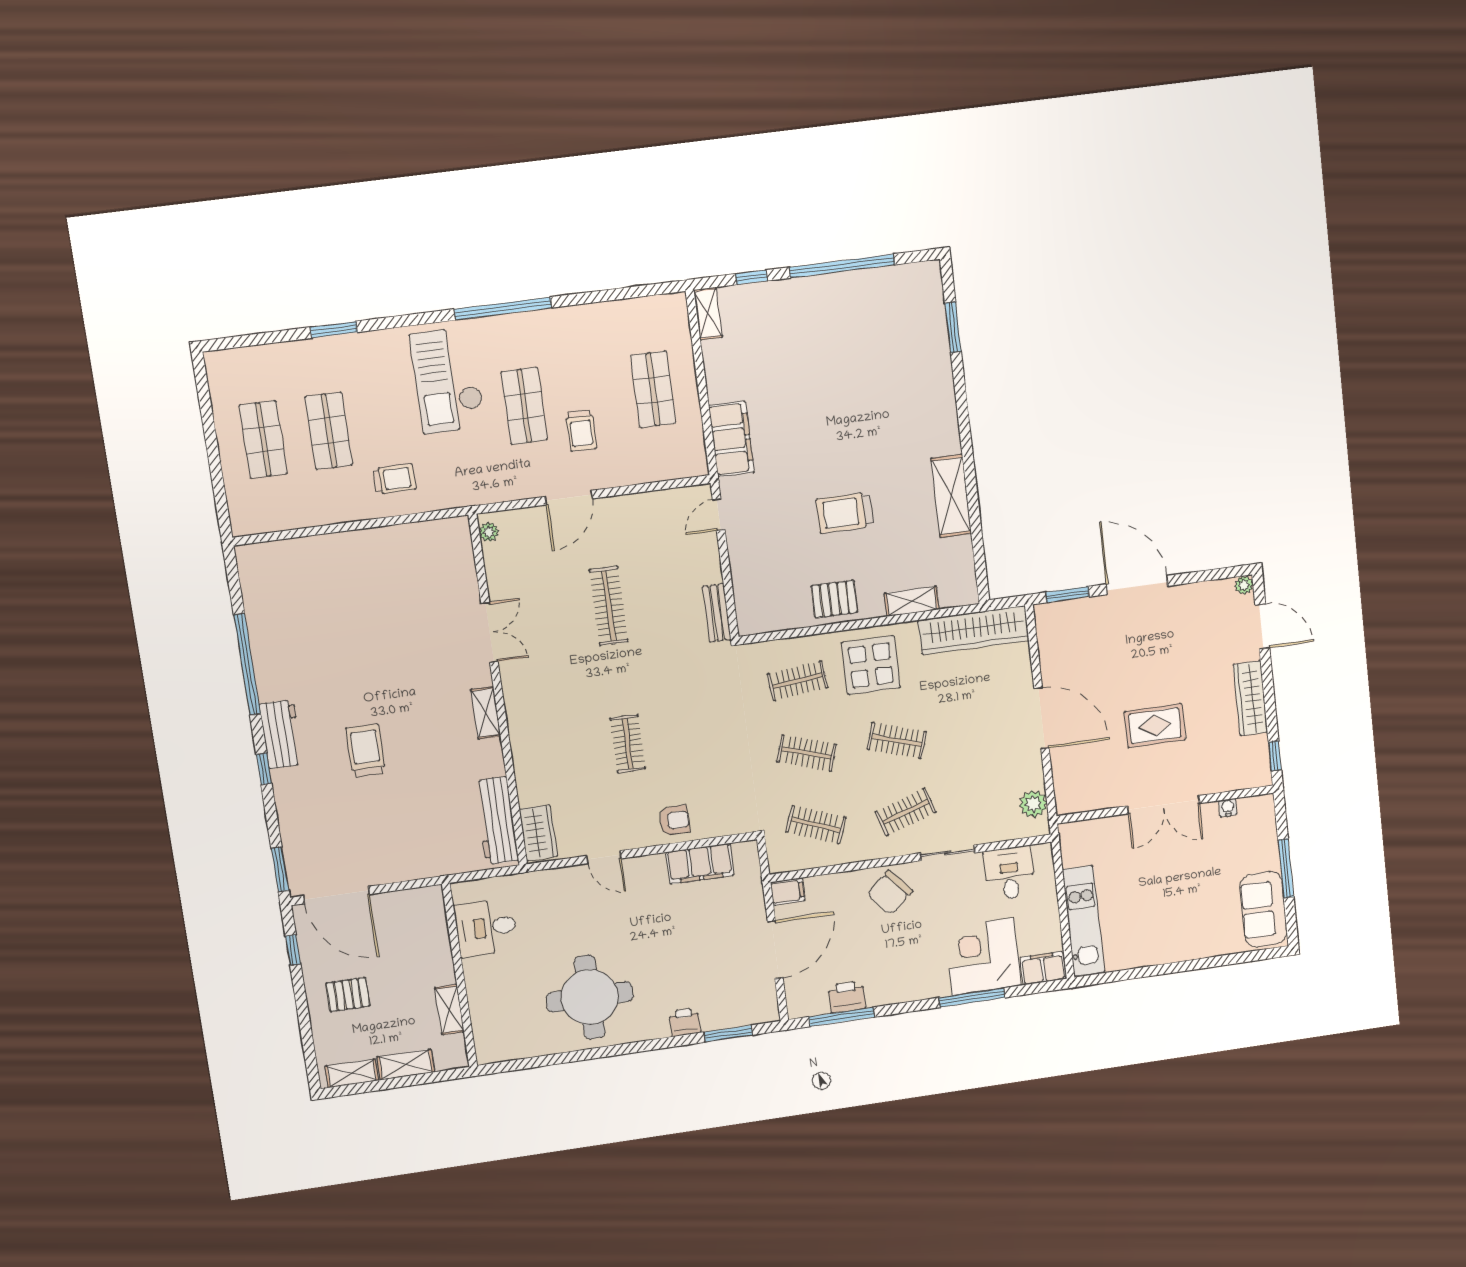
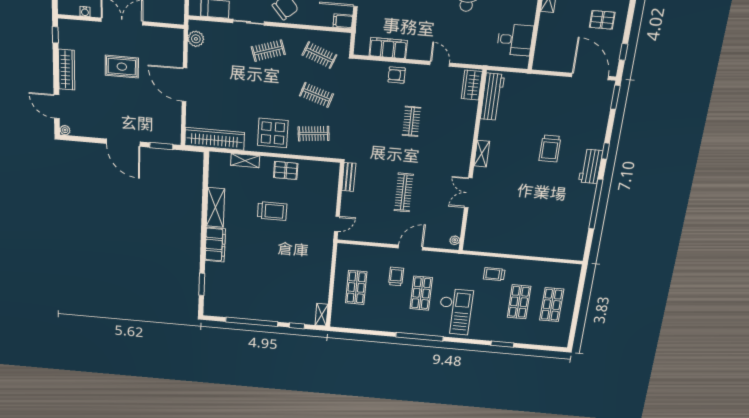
filing cabinet: (731, 439) -> (215, 245), moved, turned 180
clothes rail: (897, 740) -> (266, 91), removed

